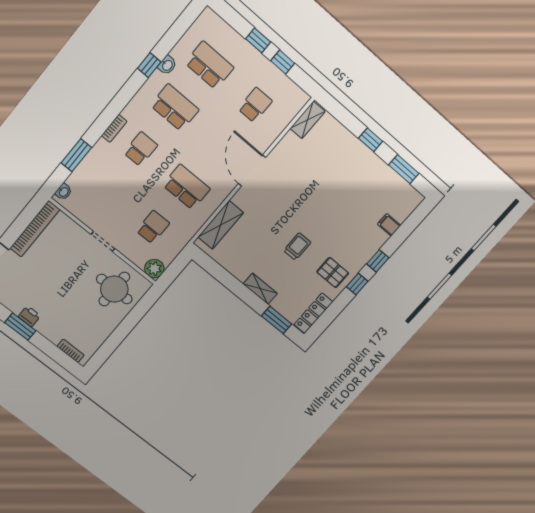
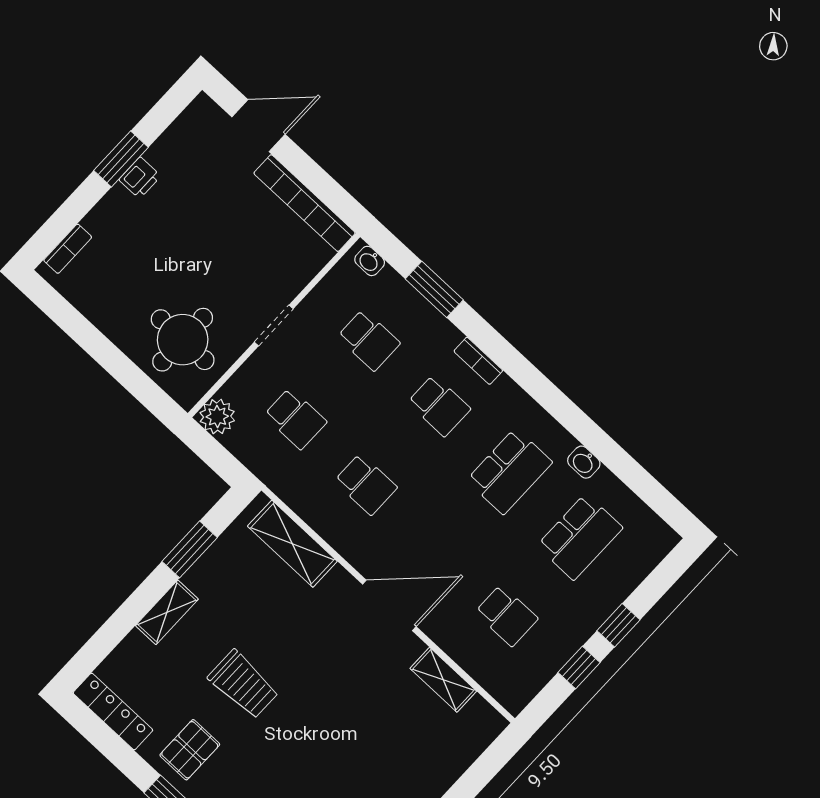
window: (149, 65) -> (585, 430), removed
shelving: (308, 120) -> (443, 680), moved
school desk: (186, 187) -> (366, 484), width x0.54
school desk: (107, 190) -> (369, 340), added
trolley: (297, 247) -> (243, 684), width x1.36, depth x1.39
window: (277, 320) -> (190, 549), moved

